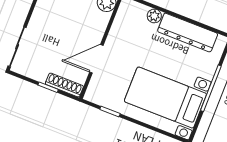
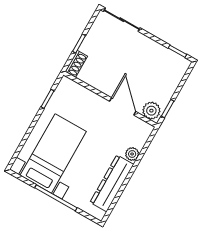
door: (96, 59) -> (123, 106), moved
shoe rack: (64, 85) -> (76, 64), width x0.70

